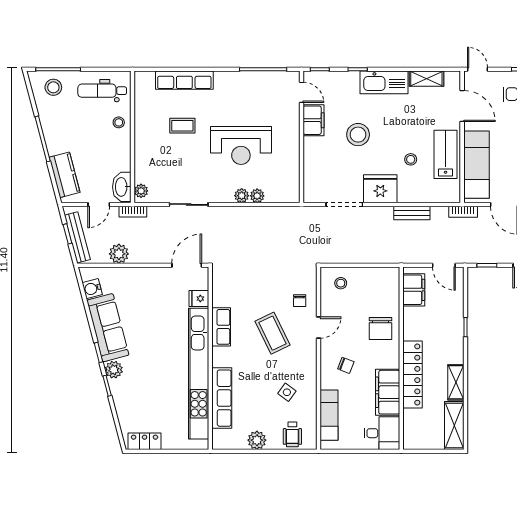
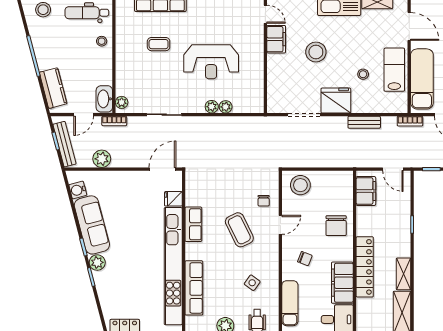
stool: (341, 283) -> (300, 185), width x1.89, depth x1.89

